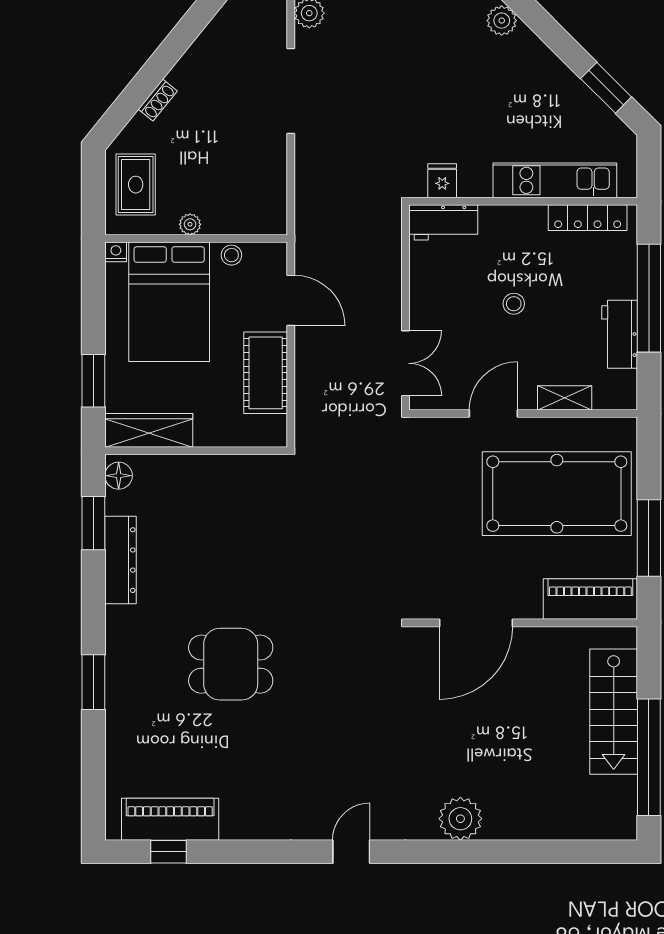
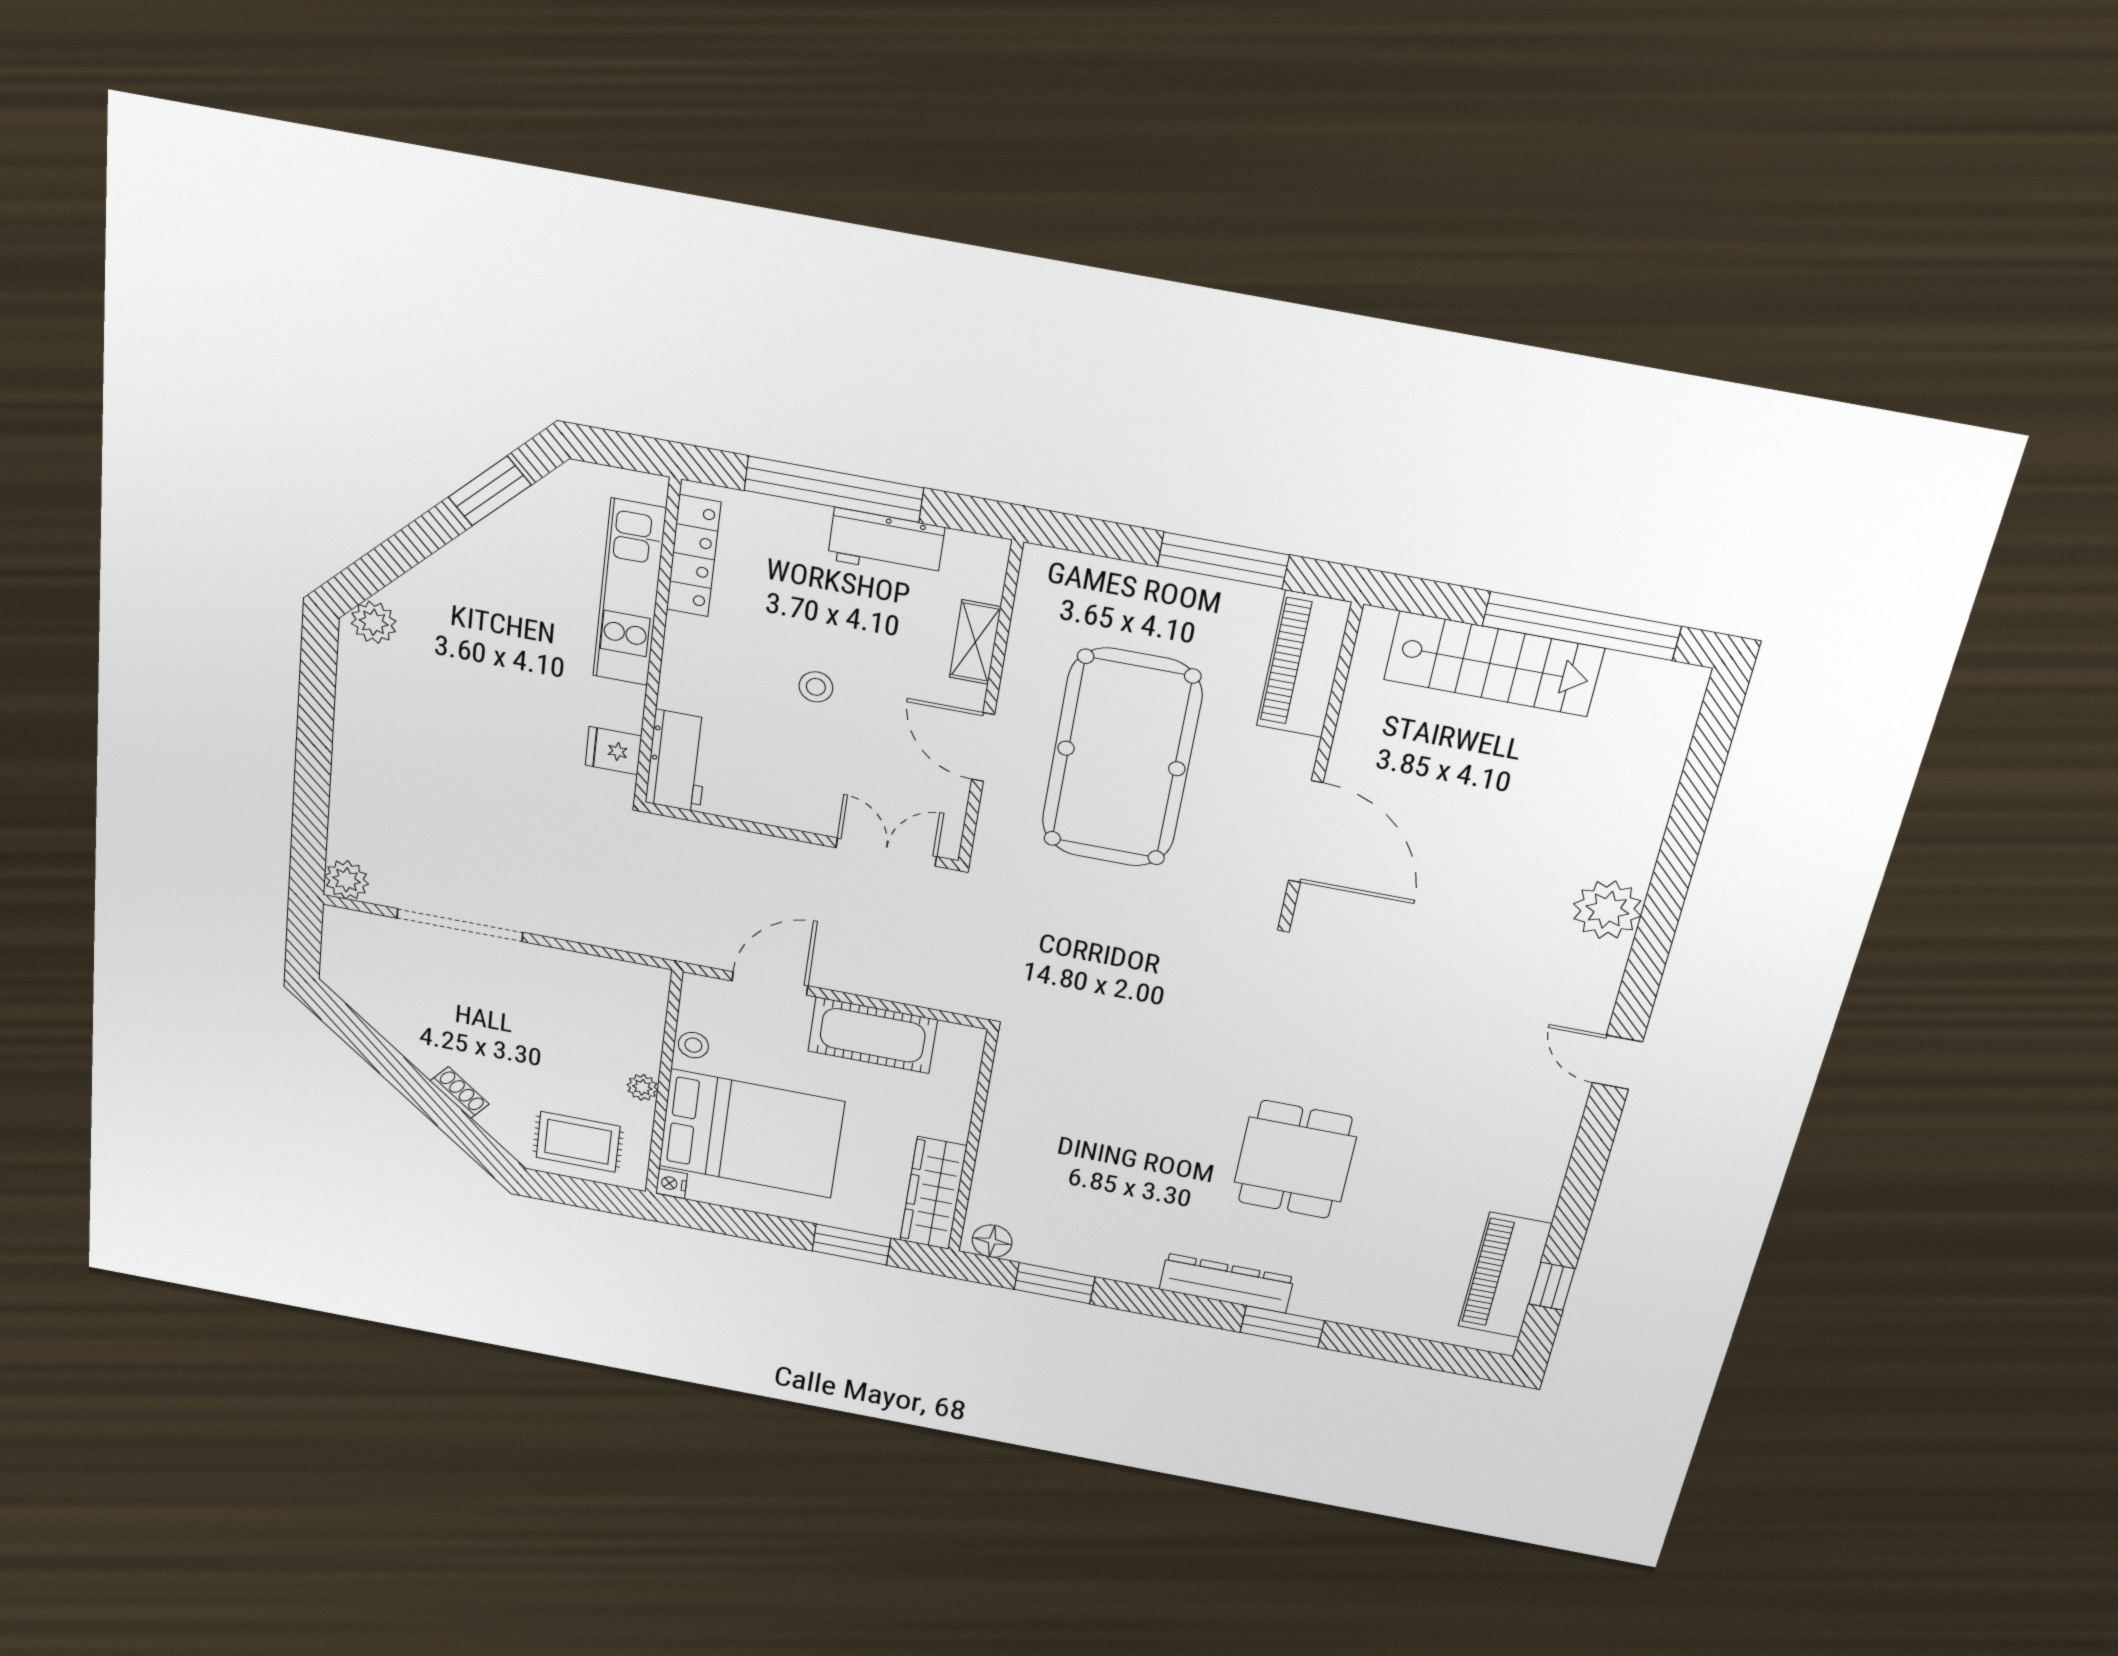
pool table: (557, 494) -> (1121, 758), moved
dresser: (121, 560) -> (1226, 1283), moved

